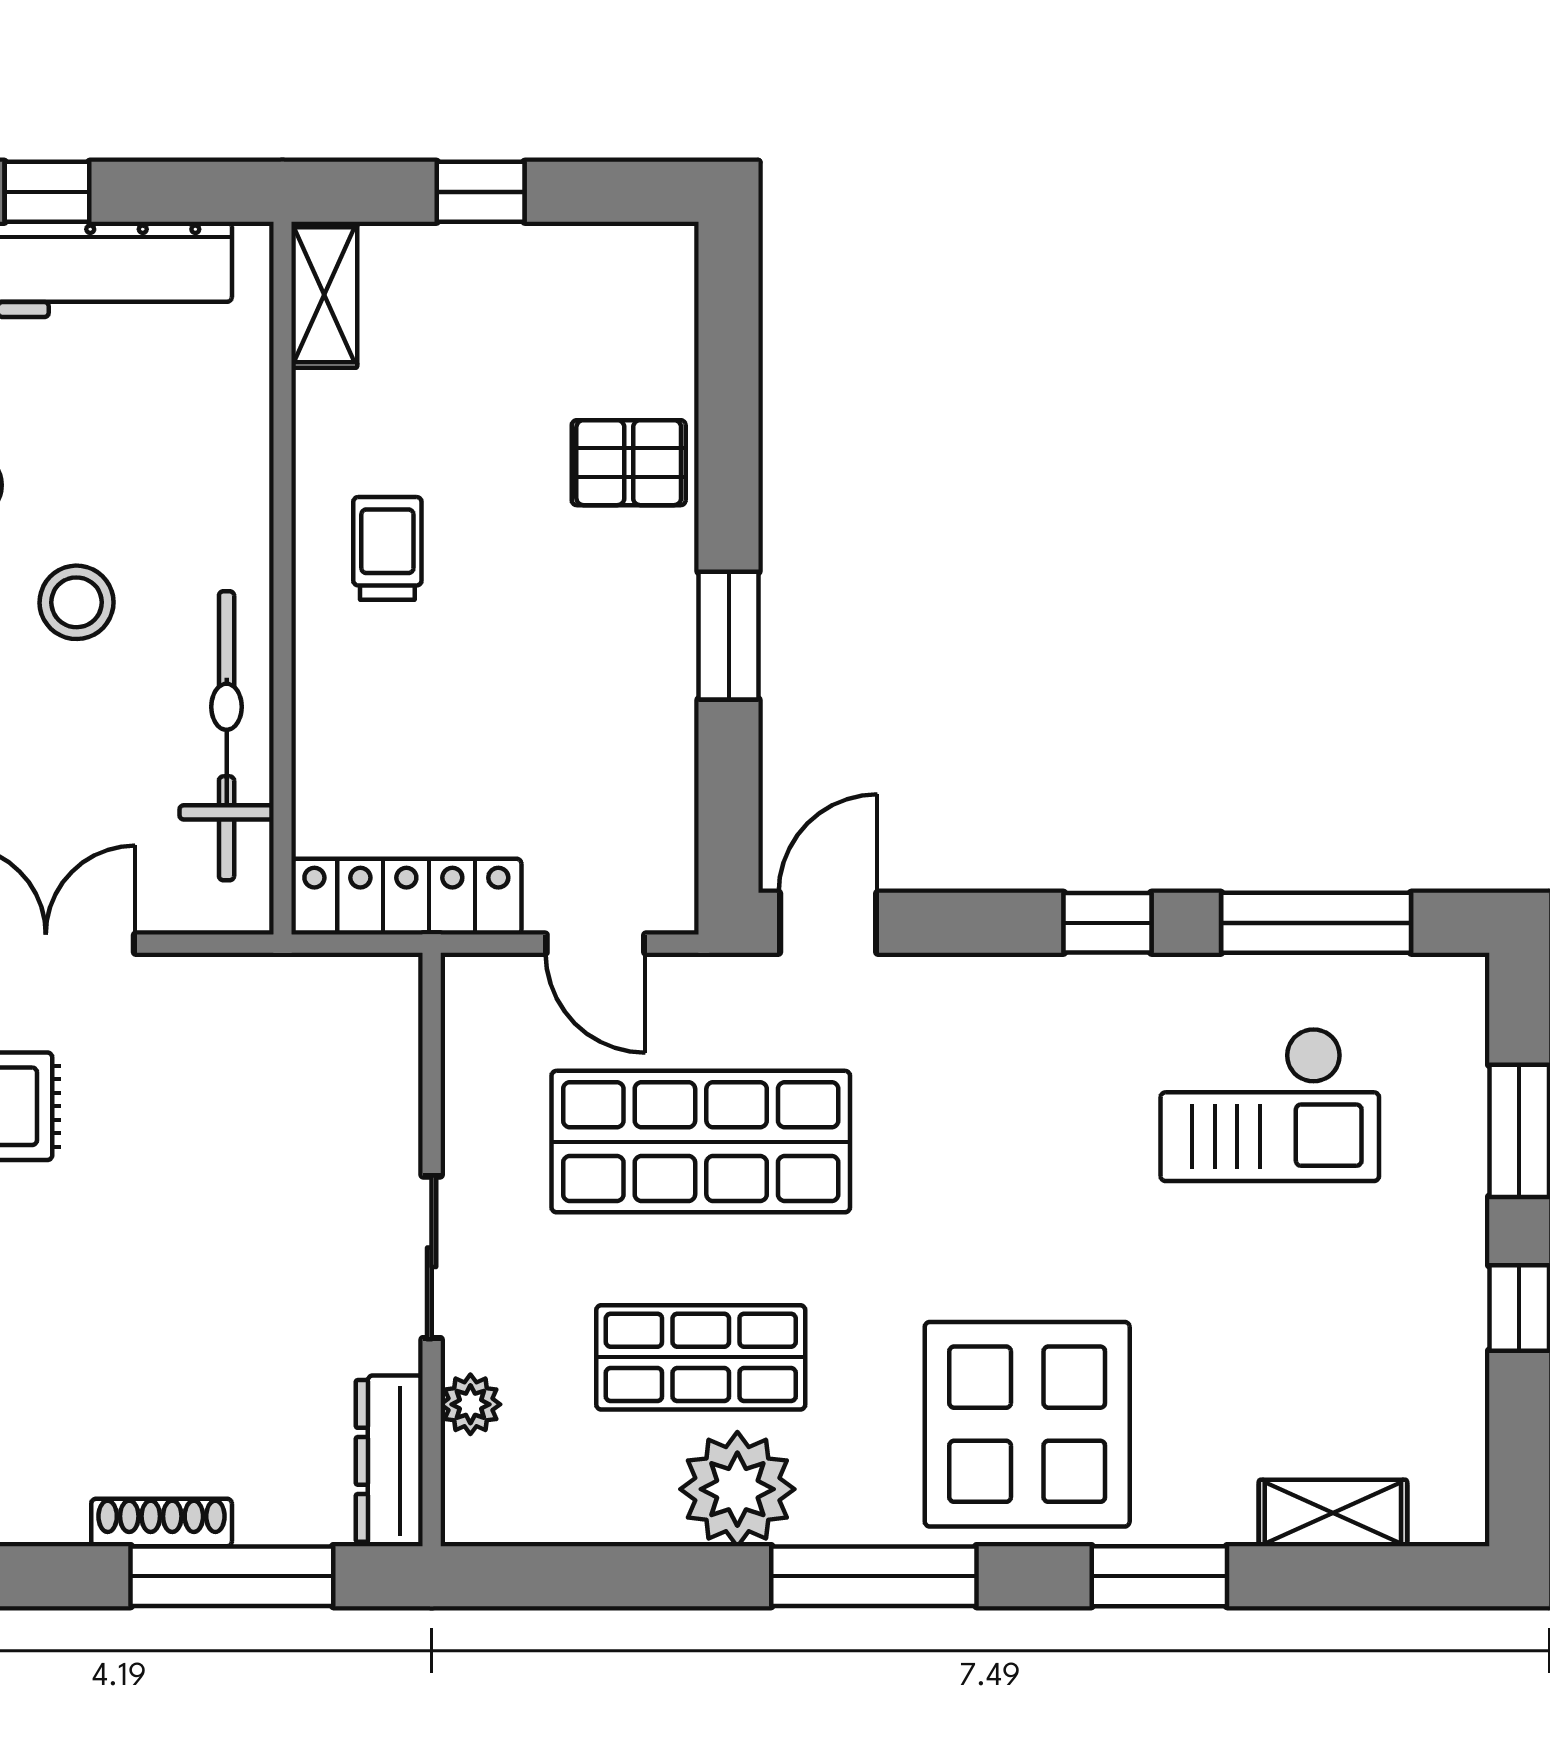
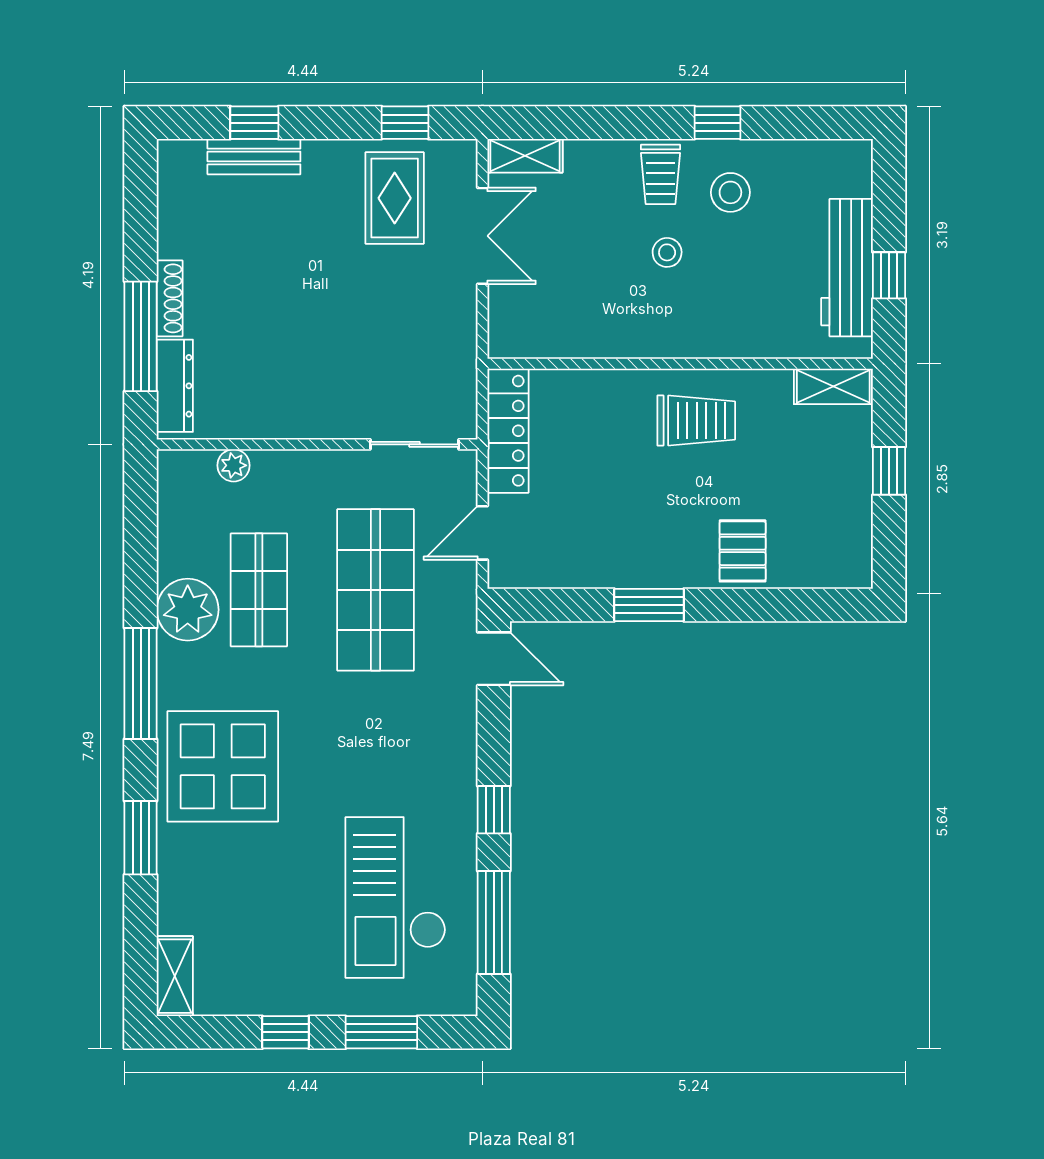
window: (47, 192) -> (889, 275), moved
trolley: (387, 548) -> (696, 420), width x1.36, depth x1.39
stool: (77, 602) -> (667, 252), width x0.73, depth x0.73
bicycle: (227, 736) -> (595, 334), removed
checkout: (1270, 1104) -> (396, 898), width x1.36, depth x1.21
sliding door: (432, 1257) -> (414, 444), moved
dresser: (389, 1461) -> (175, 386), moved, turned 90
shelving: (1333, 1513) -> (175, 976), moved

